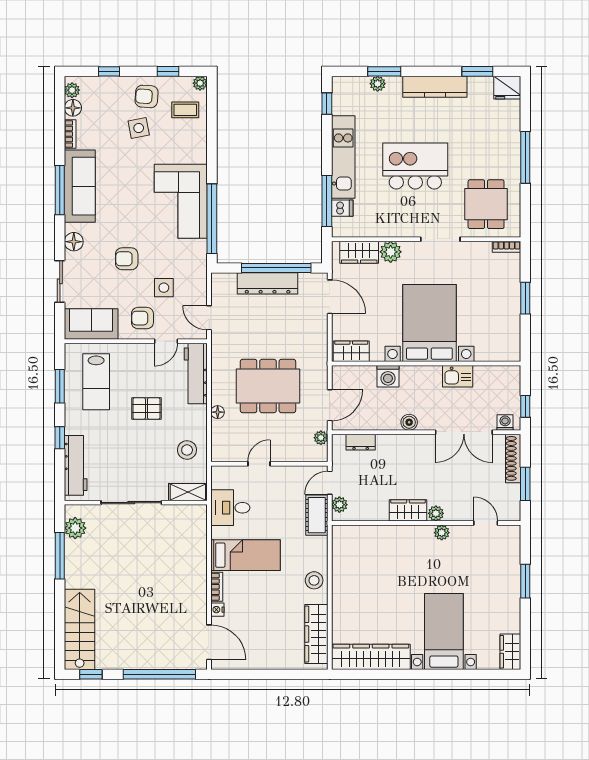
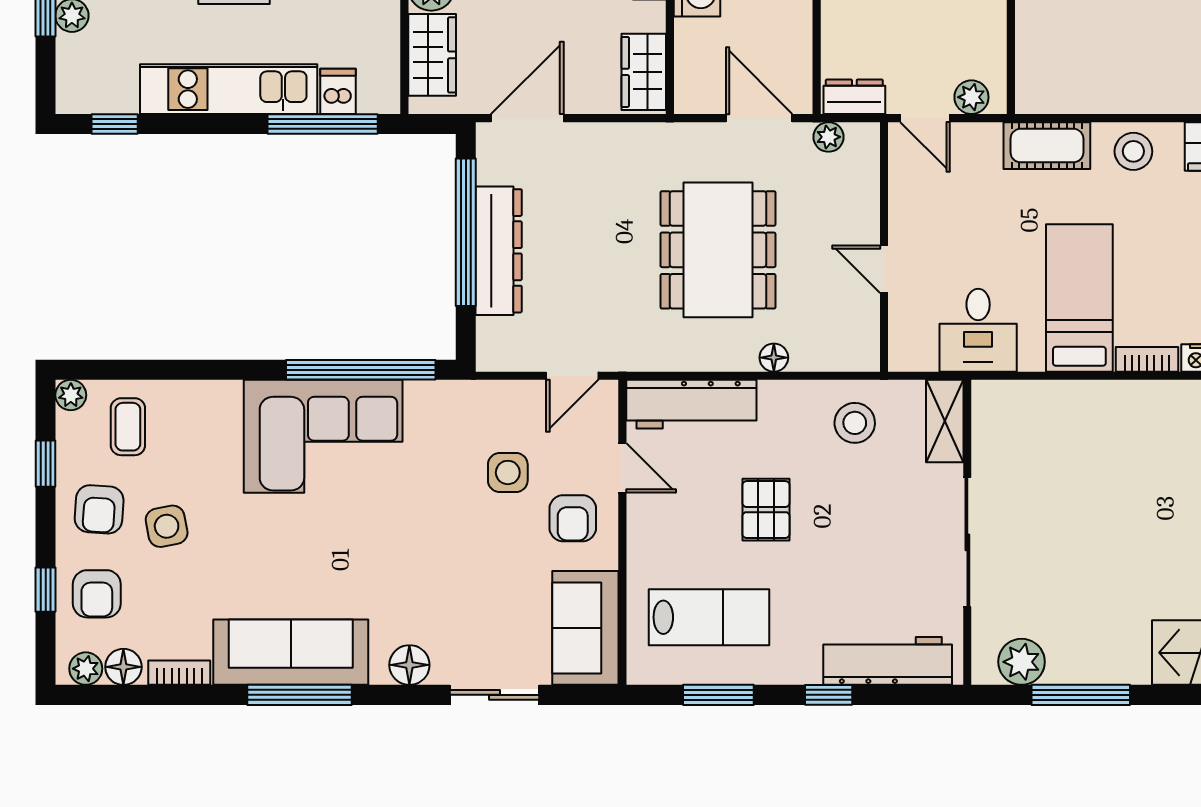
armchair: (127, 259) -> (97, 594), moved
dresser: (361, 442) -> (854, 97), moved, turned -90
cot: (317, 515) -> (1047, 146), moved

